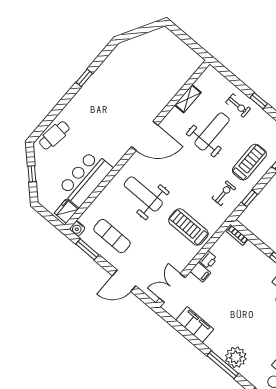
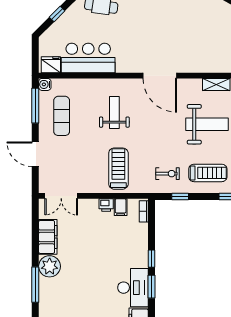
weight bench: (143, 194) -> (114, 112), width x0.73, depth x0.75
window: (87, 249) -> (35, 106), width x1.44
filing cabinet: (200, 272) -> (121, 207), moved
double door: (172, 288) -> (61, 196), swing flipped
plant: (236, 357) -> (50, 266), moved

